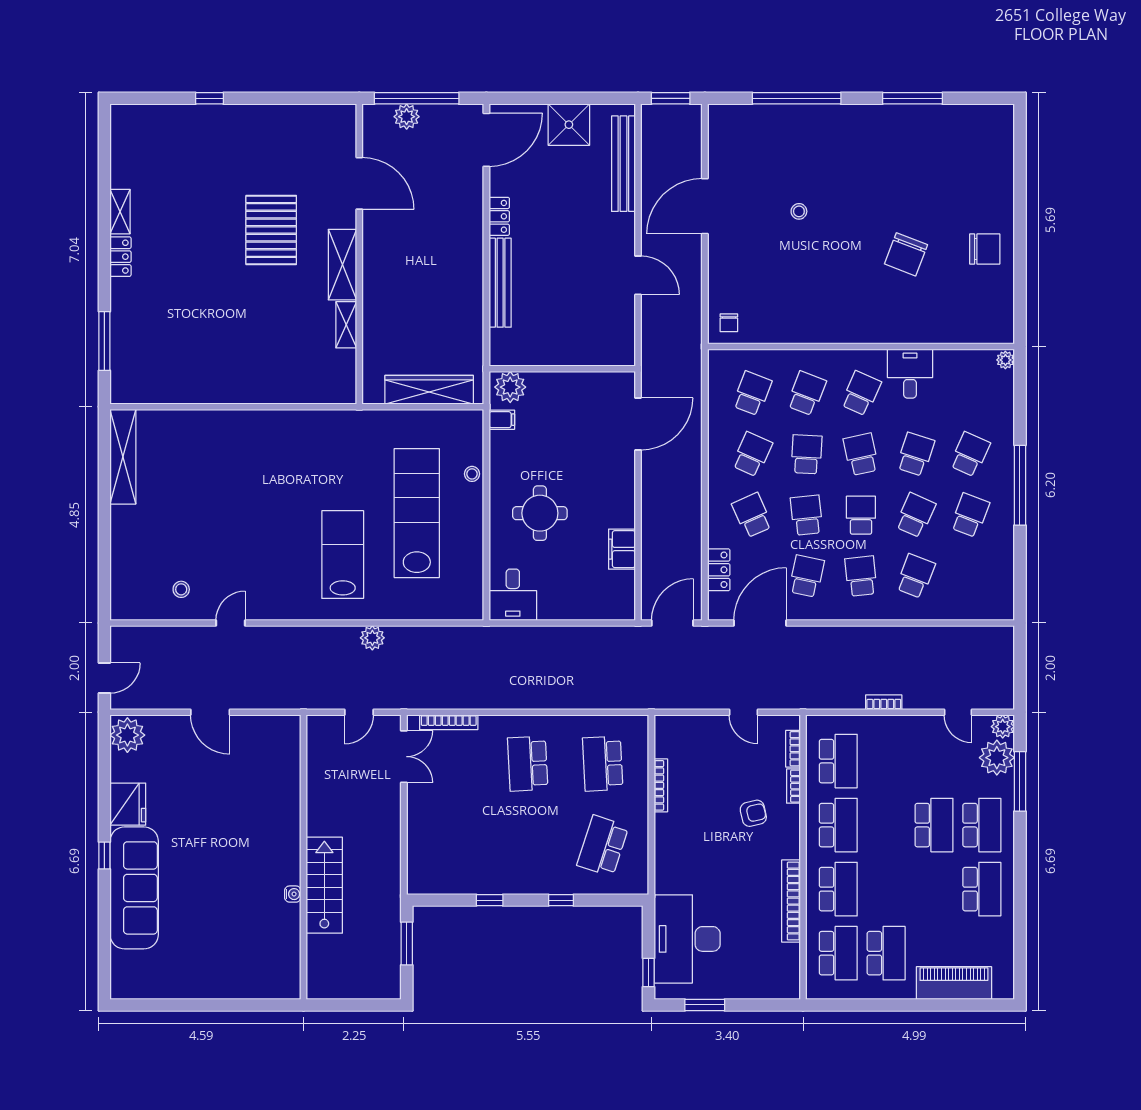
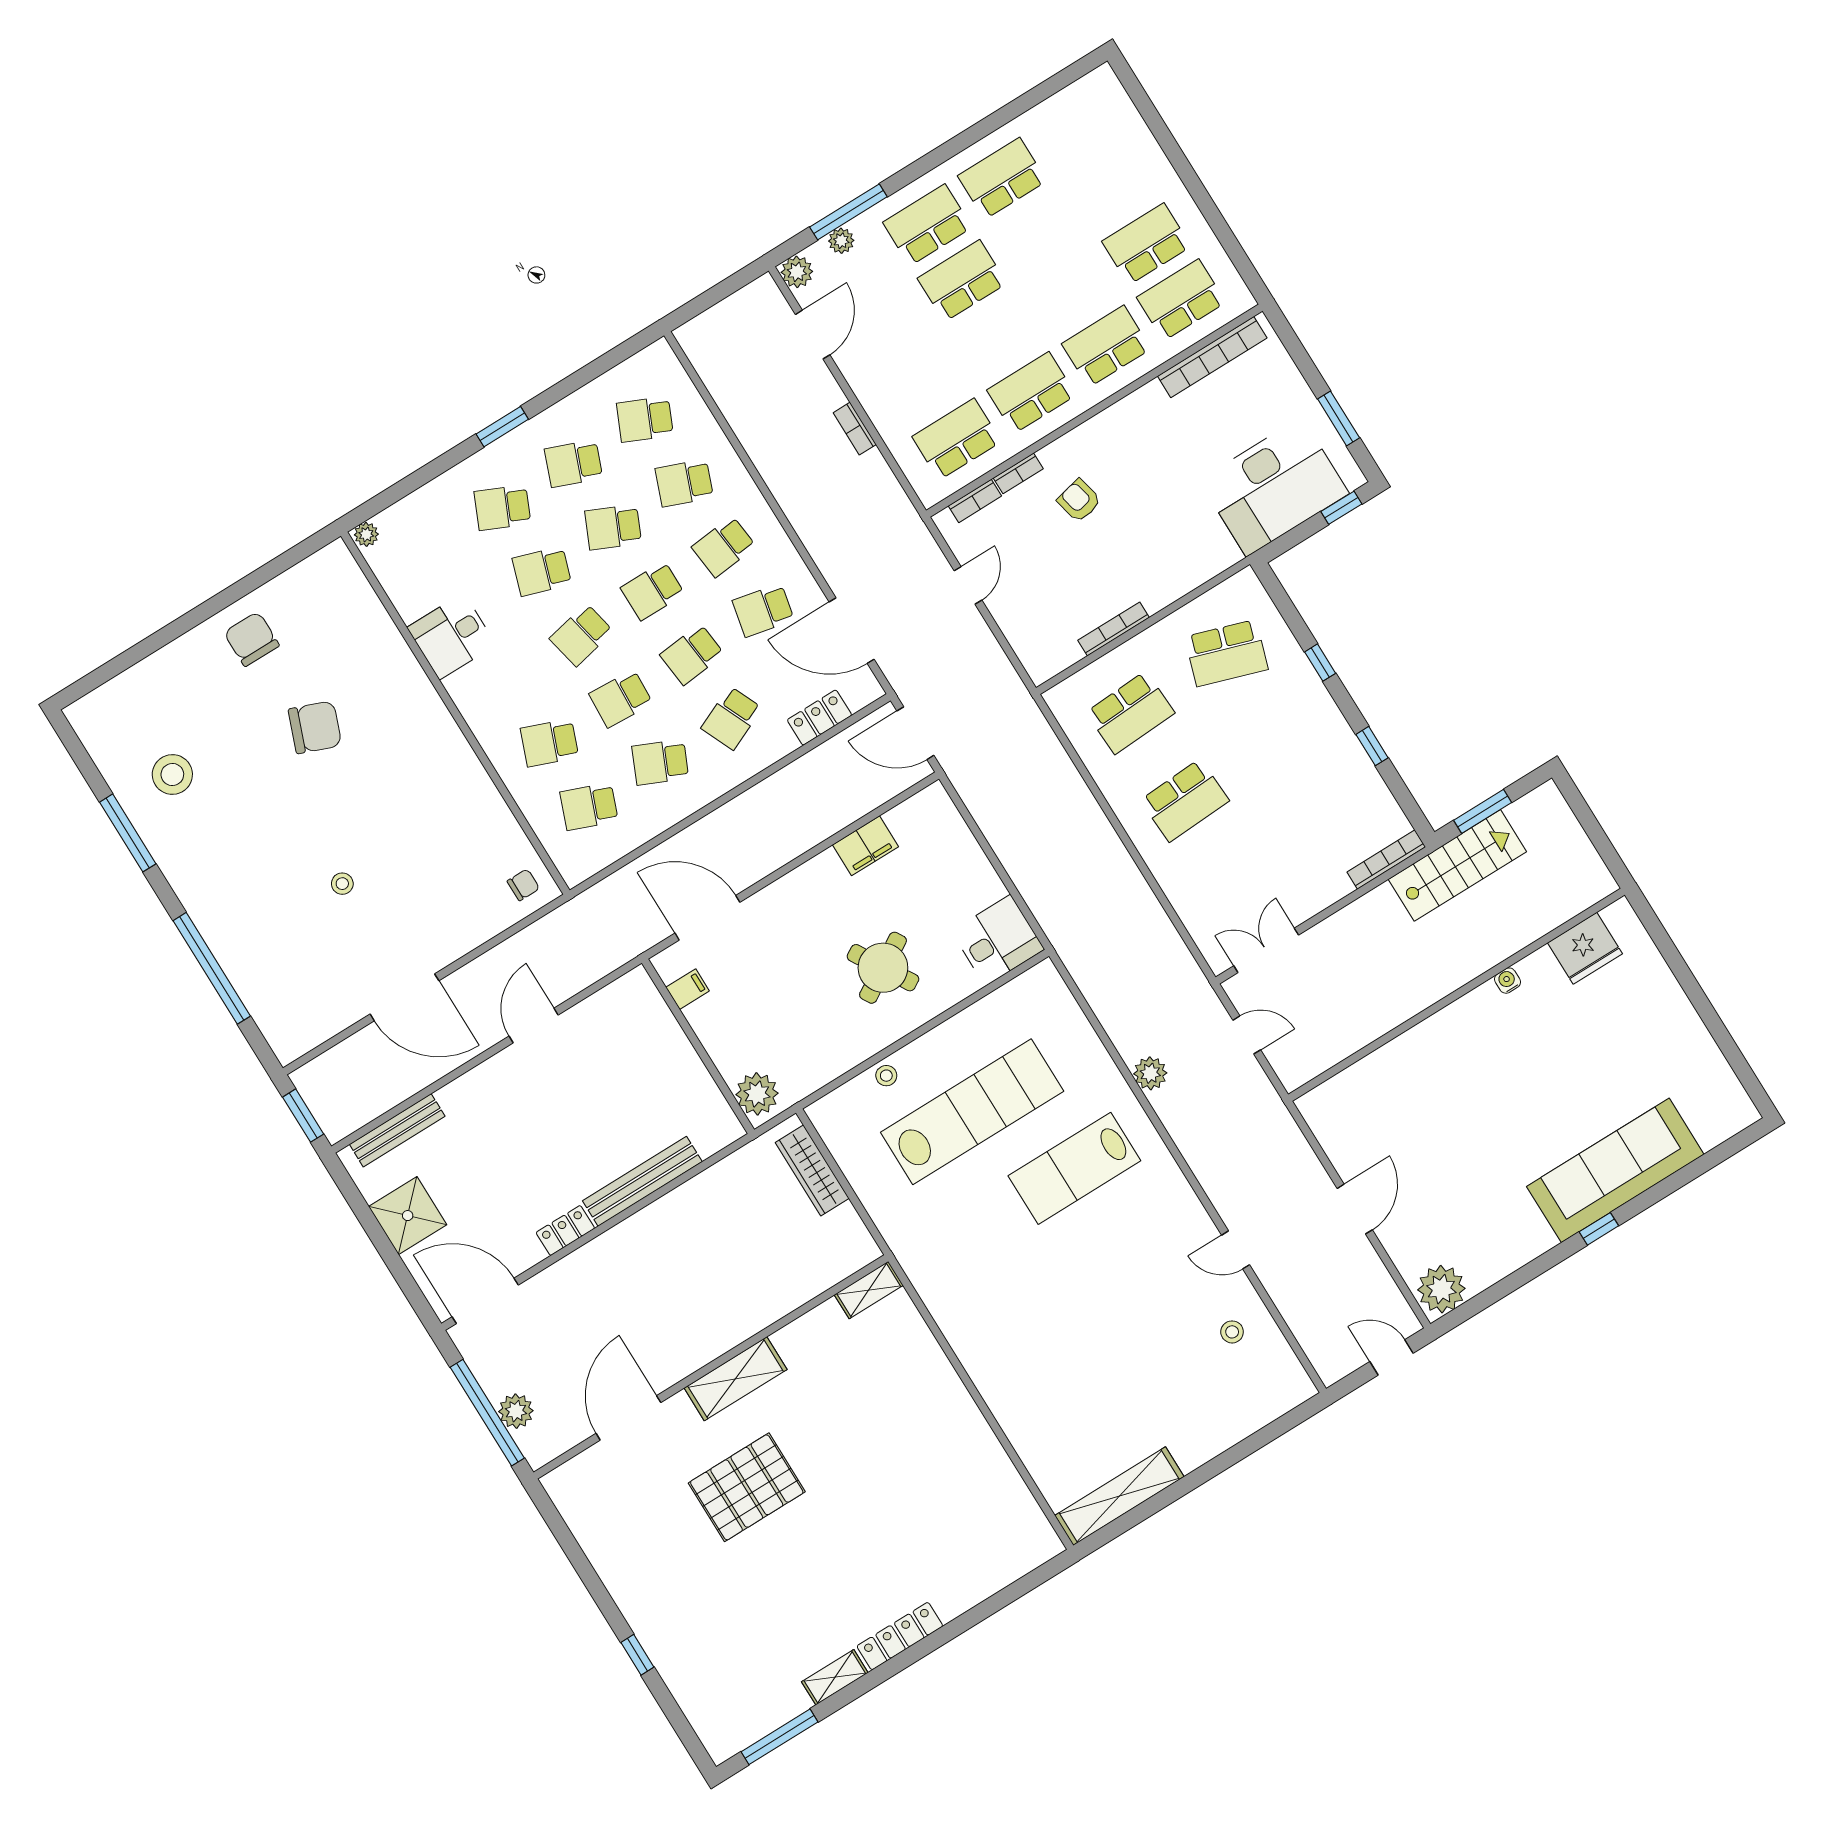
stool: (931, 148) -> (172, 774), added
bench: (623, 164) -> (397, 1130), width x0.73, depth x0.82
locker: (121, 257) -> (900, 1636), width x1.53
shelving: (346, 325) -> (869, 1290), moved
window: (104, 341) -> (780, 1737), moved
wardrobe: (429, 390) -> (812, 1170), width x0.71, depth x0.85
school desk: (861, 393) -> (645, 419), moved
filing cabinet: (502, 420) -> (688, 989), moved, turned 90
window: (1020, 485) -> (502, 427), width x0.47
lab bench: (417, 513) -> (972, 1112), turned 180
round table: (540, 513) -> (883, 968), turned -31
door: (958, 712) -> (813, 335), width x1.38
bookcase: (449, 722) -> (1386, 859), moved, turned -90
plant: (997, 758) -> (841, 241), width x0.53, depth x0.53
fridge: (128, 804) -> (1585, 948), moved, turned 180
stairs: (324, 885) -> (1457, 865), moved, turned 180
bookcase: (791, 901) -> (1212, 357), moved
piano: (954, 983) -> (1132, 143), removed

